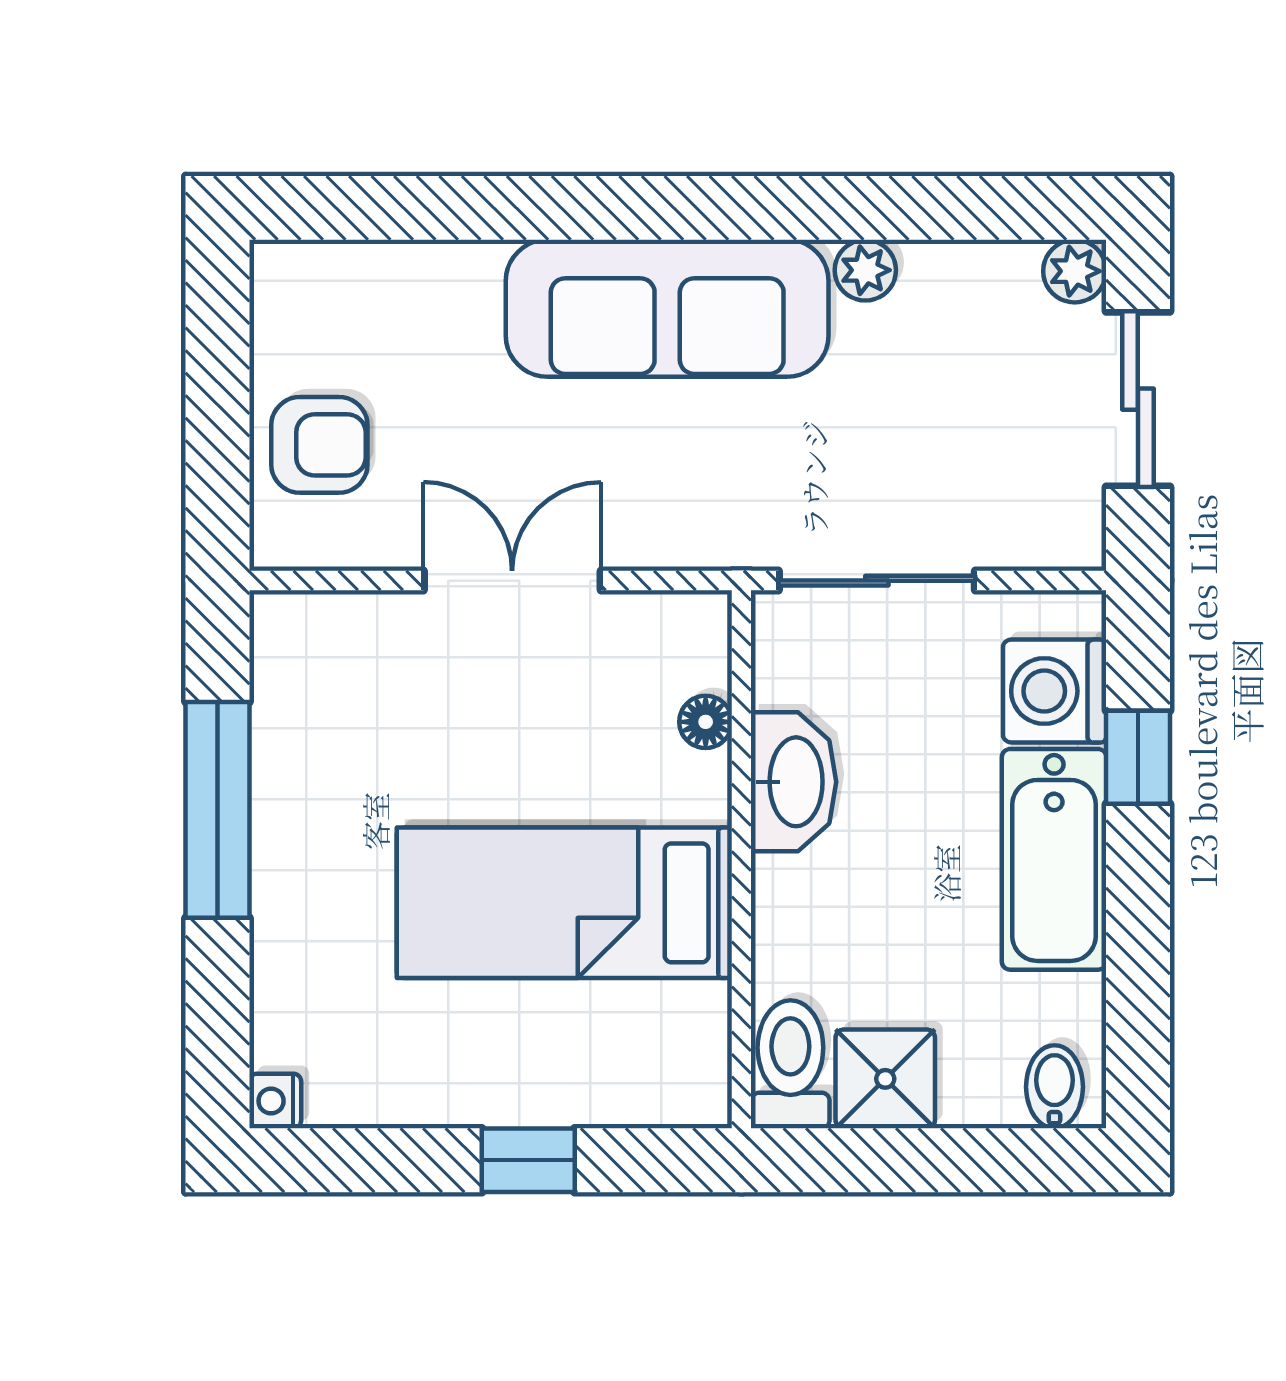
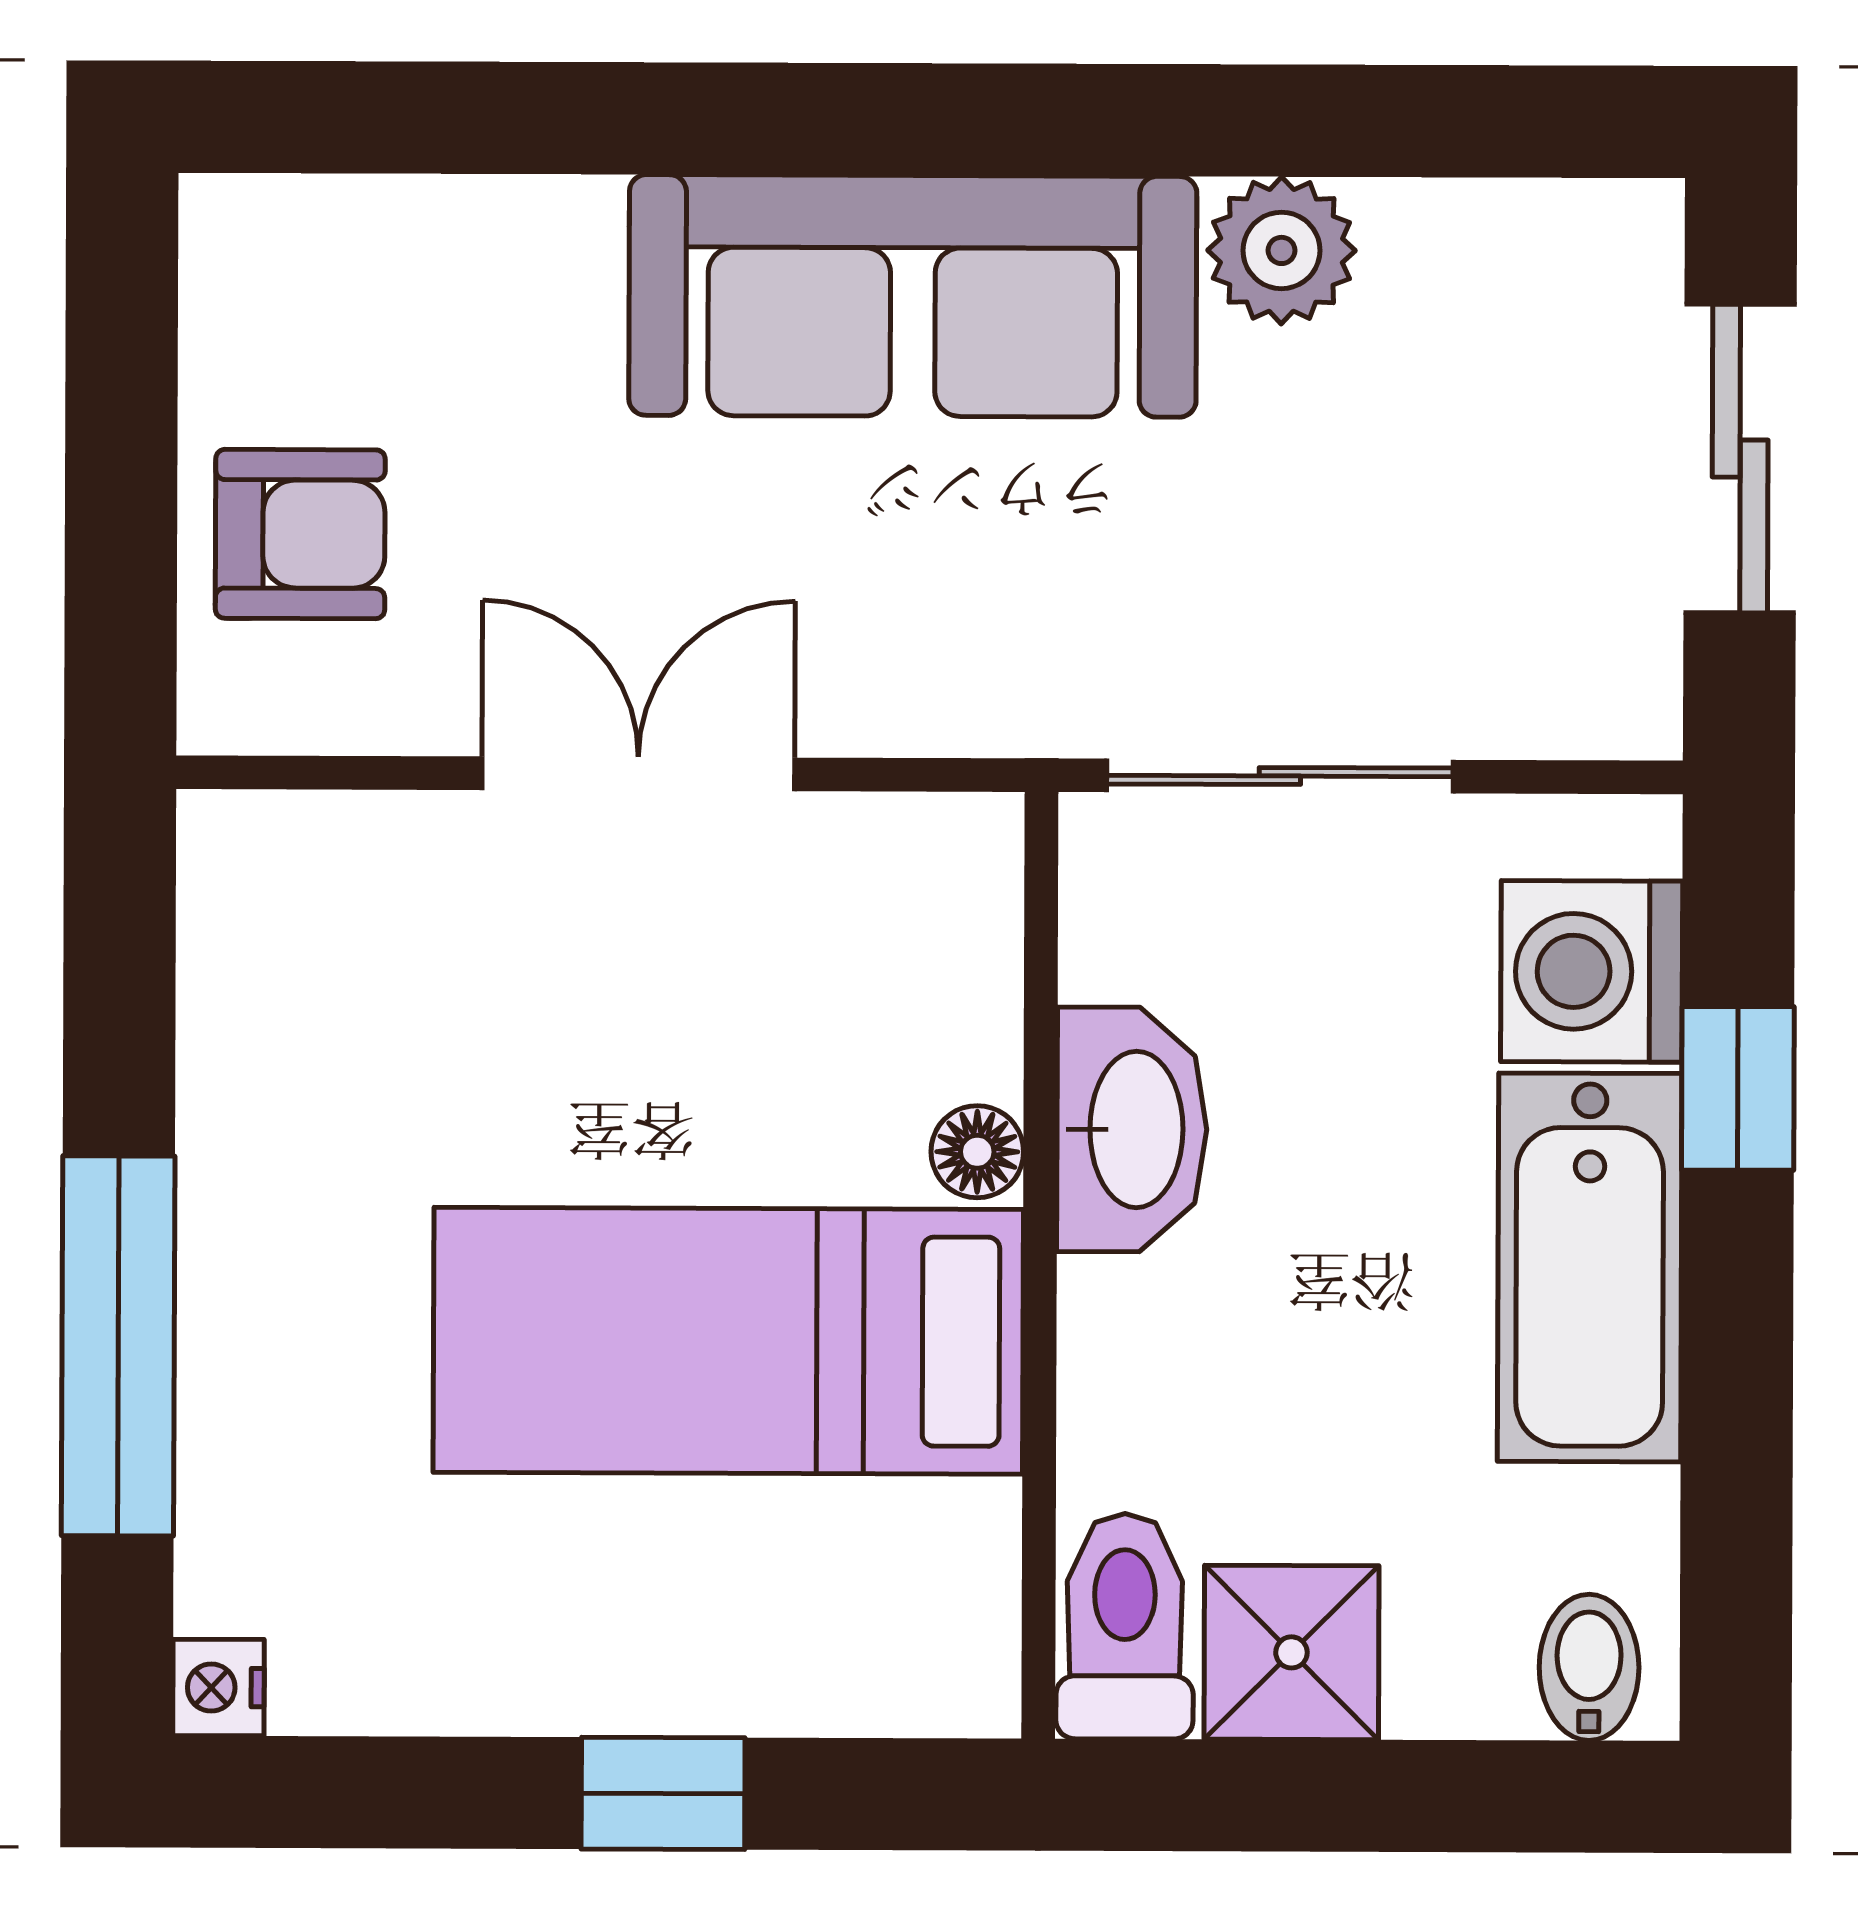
plant: (865, 270) -> (1281, 250), width x1.38, depth x1.38
plant: (1075, 271) -> (1630, 233), removed
floor lamp: (706, 722) -> (977, 1152), moved
window: (217, 810) -> (118, 1346), moved

